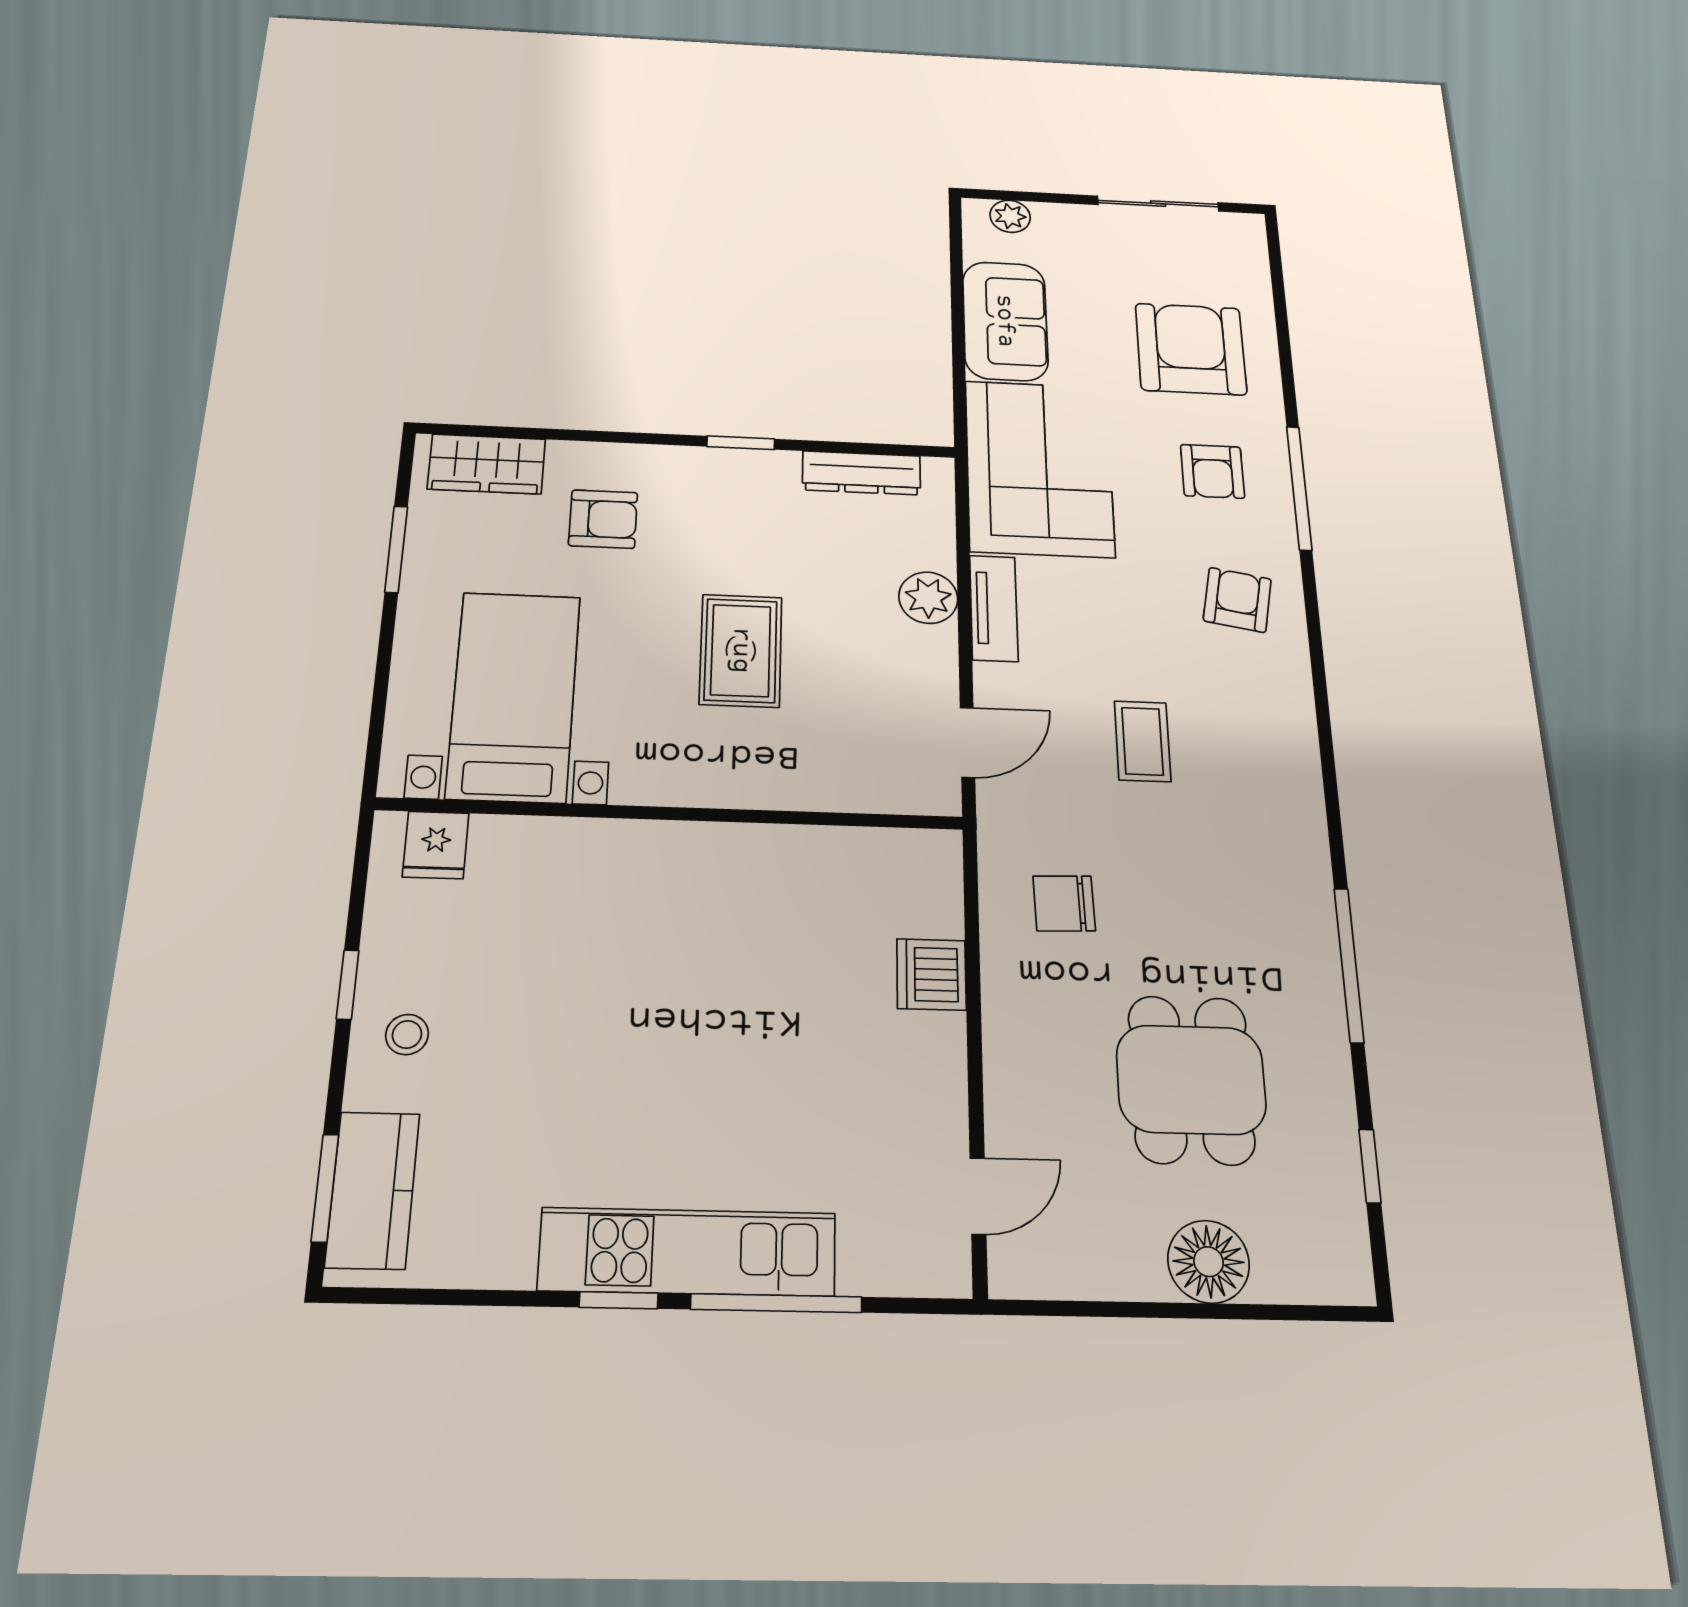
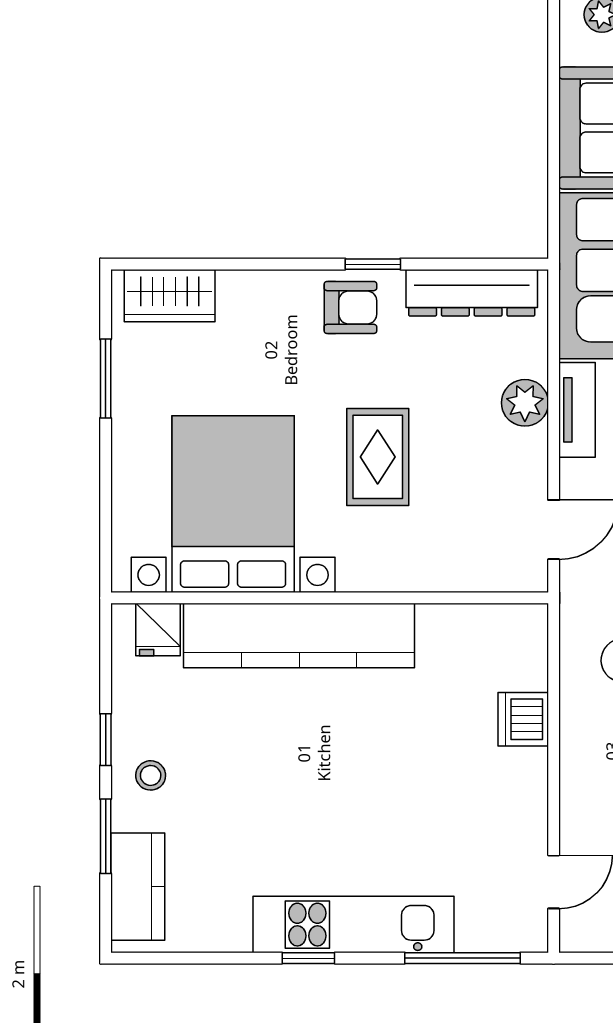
dresser: (861, 473) -> (472, 293), width x1.37, depth x1.24
armchair: (603, 519) -> (350, 307), moved
bed with nightstands: (514, 696) -> (233, 504), width x1.36
kitchen counter: (628, 859) -> (299, 635), added
window: (325, 1188) -> (106, 836), moved
window: (776, 1303) -> (463, 958), moved

